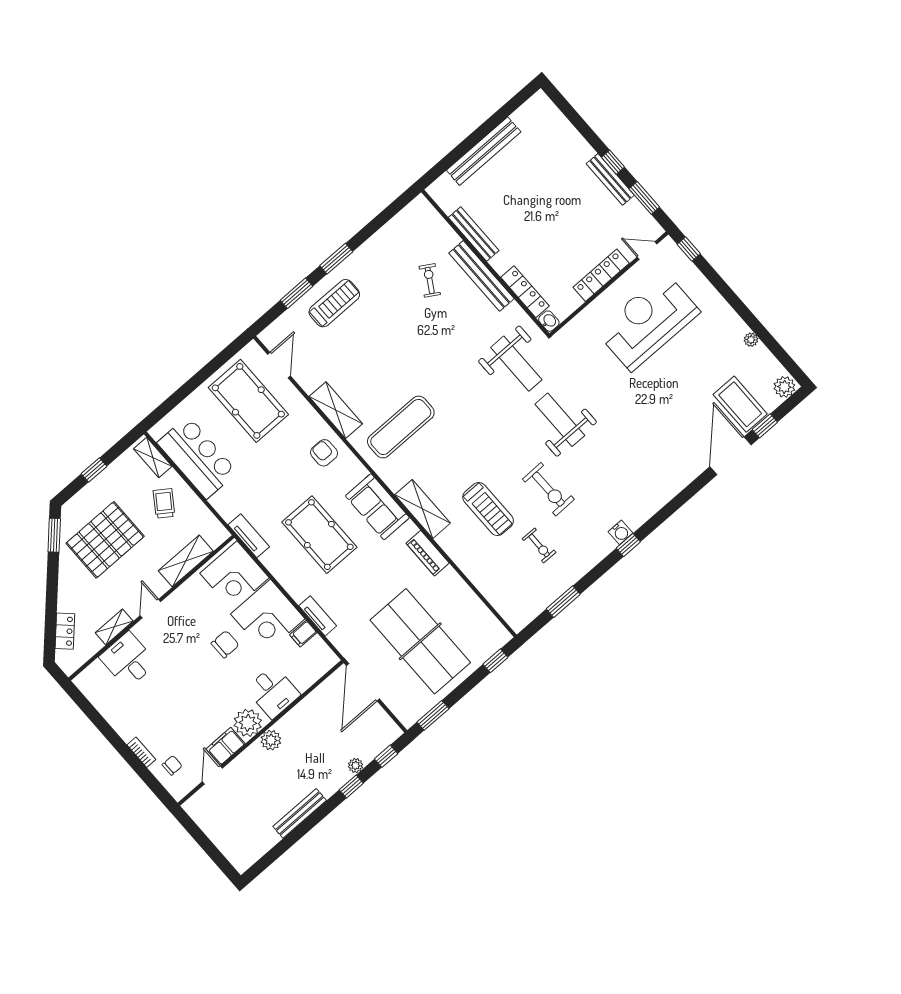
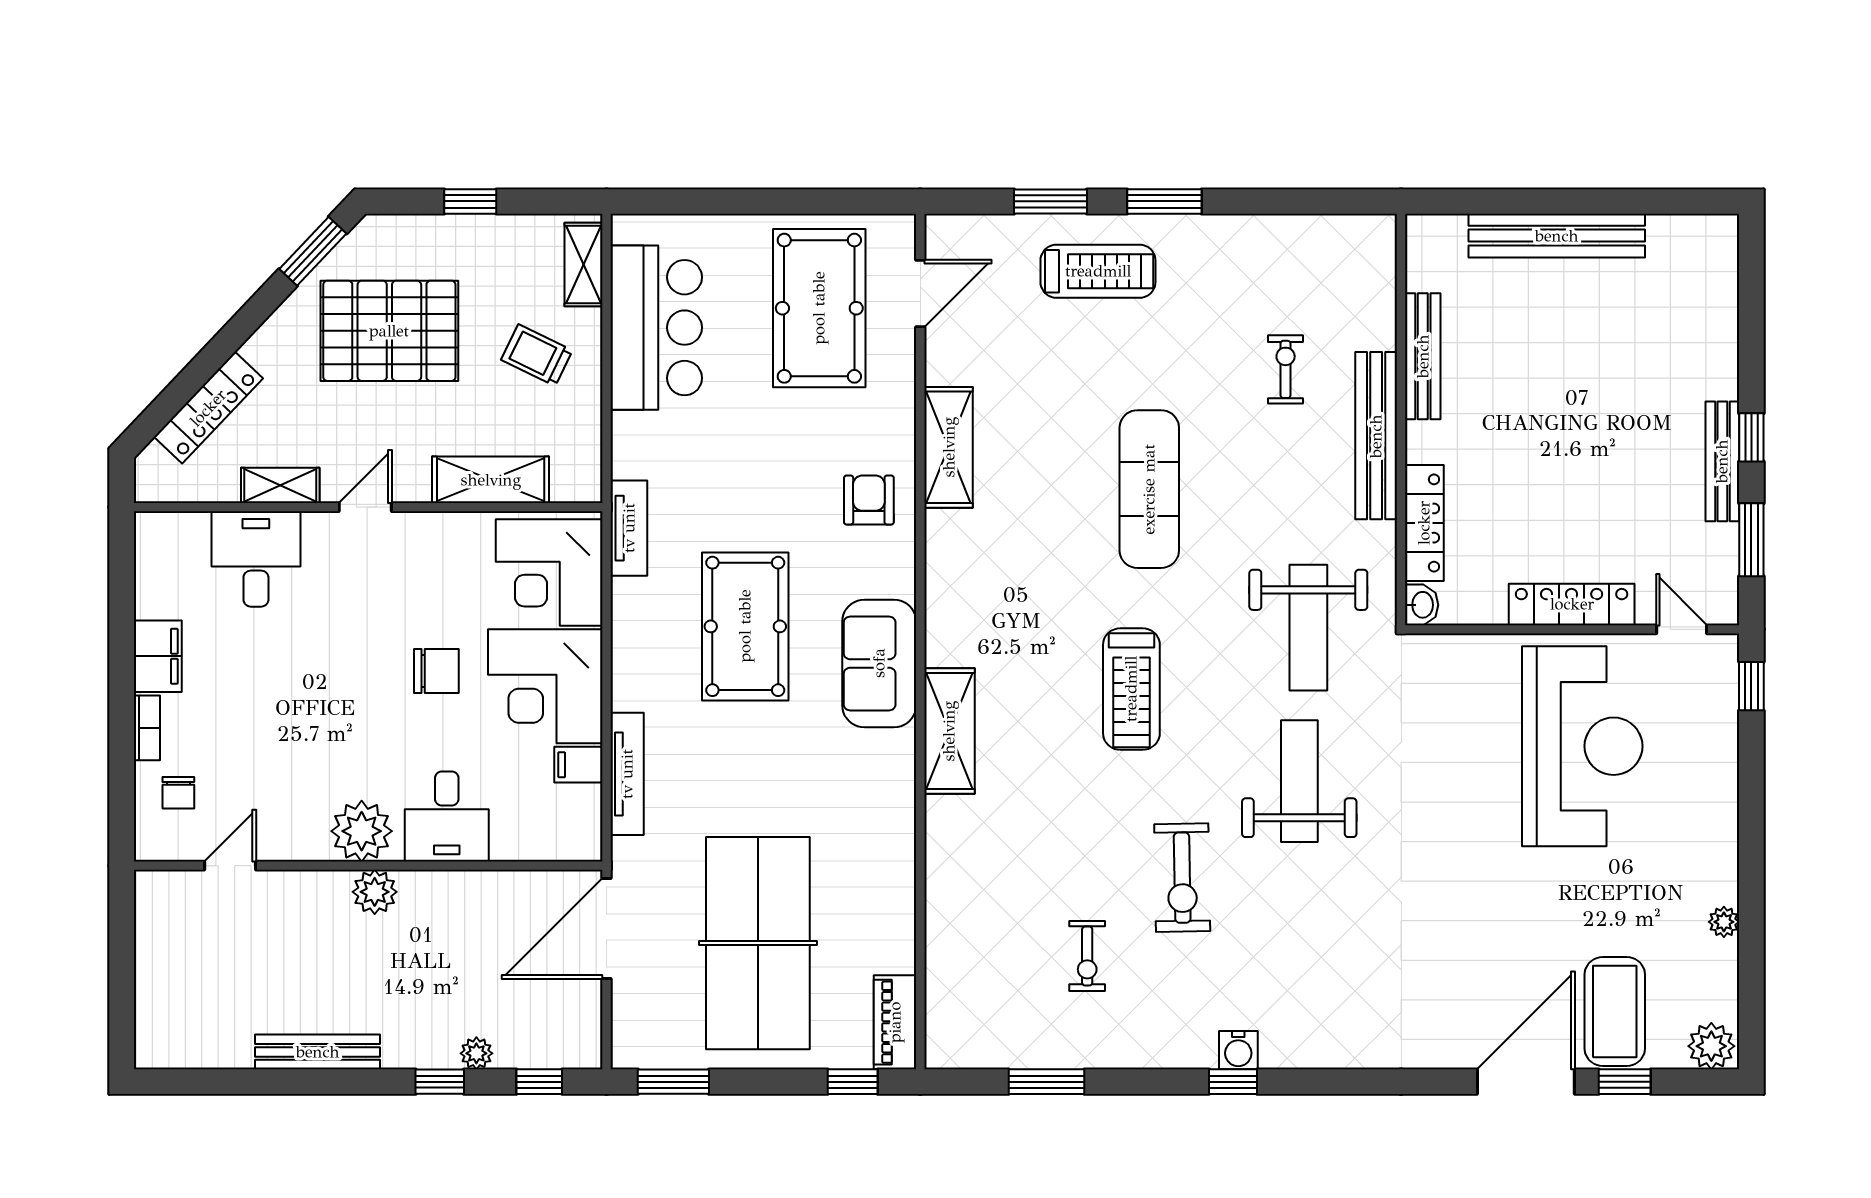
exercise bike: (430, 280) -> (1286, 369), turned -31
reception desk: (648, 322) -> (1582, 746), turned 90
exercise mat: (401, 427) -> (1149, 489), moved, turned 90
trolley: (164, 503) -> (537, 355), turned -99
treadmill: (488, 509) -> (1131, 689), moved
piano: (428, 553) -> (895, 1022), moved
tv unit: (318, 616) -> (627, 774), width x1.41
locker: (65, 631) -> (208, 408), width x1.53
filing cabinet: (226, 746) -> (158, 656), moved, turned 90
chair: (172, 765) -> (178, 793), turned 90

